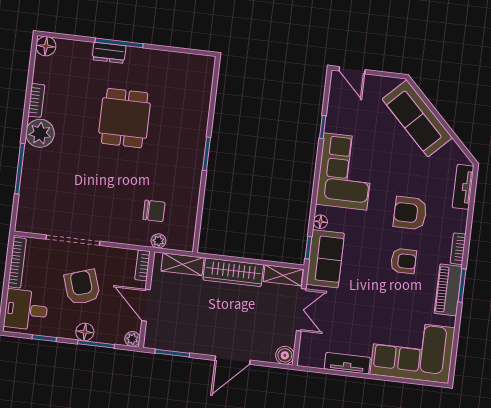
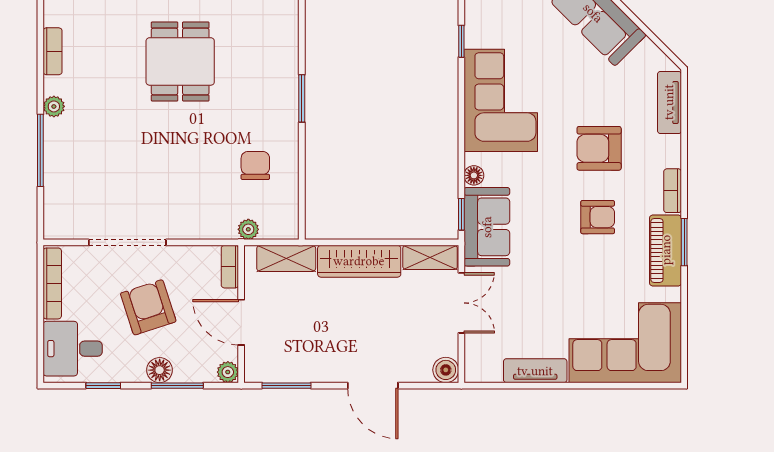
plant: (40, 133) -> (54, 106), width x0.53, depth x0.53
chair: (154, 211) -> (255, 166), moved, turned -90
door: (233, 360) -> (373, 386), hinge flipped

